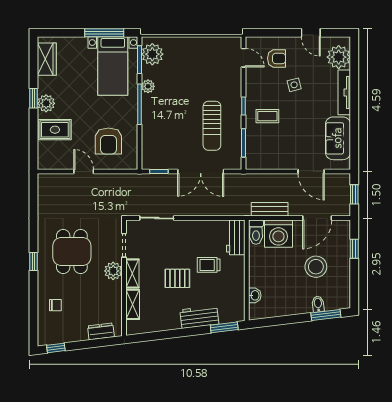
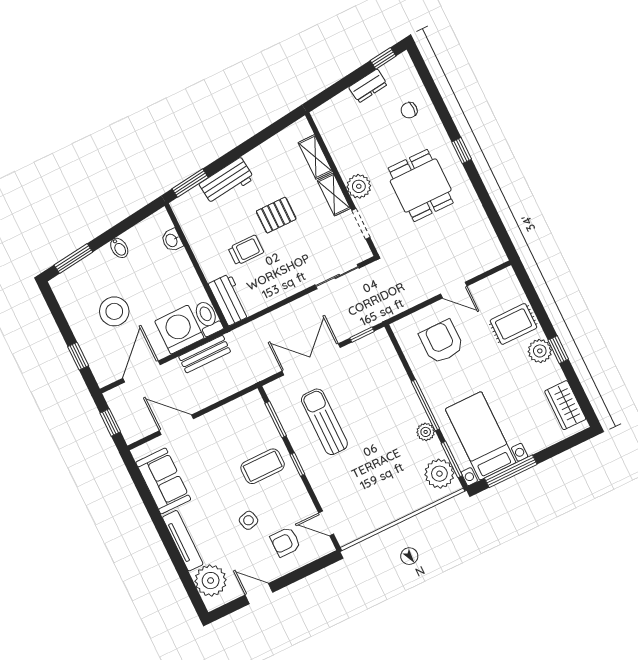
coffee table: (267, 116) -> (263, 466), width x1.36, depth x1.30
bidet: (318, 304) -> (119, 248), moved
dresser: (101, 331) -> (368, 86), moved

